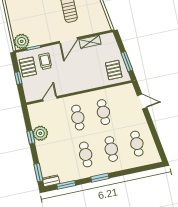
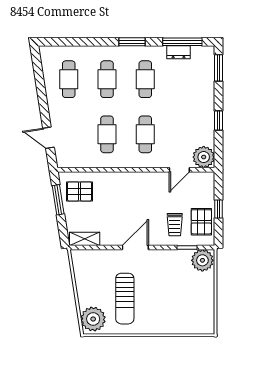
shelving: (90, 42) -> (85, 239), moved
pallet: (114, 70) -> (80, 191), turned 90
plant: (40, 133) -> (204, 157), moved
dresser: (51, 181) -> (178, 52), moved
window: (66, 185) -> (182, 42), width x1.44

